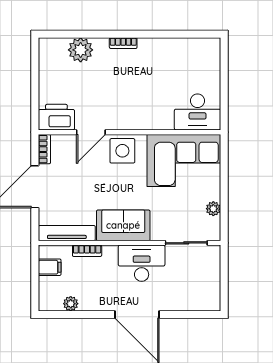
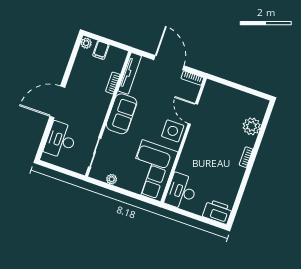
printer: (56, 117) -> (217, 212), moved, turned -90
desk: (142, 263) -> (61, 140), moved, turned 180
filing cabinet: (50, 267) -> (101, 50), moved
plant: (71, 304) -> (86, 43), moved

